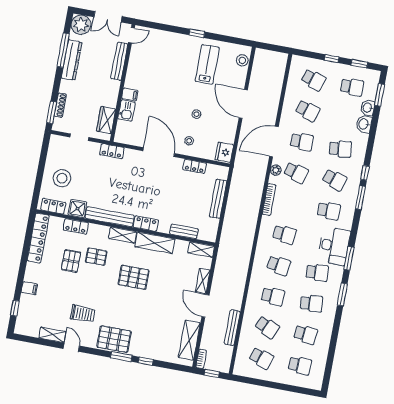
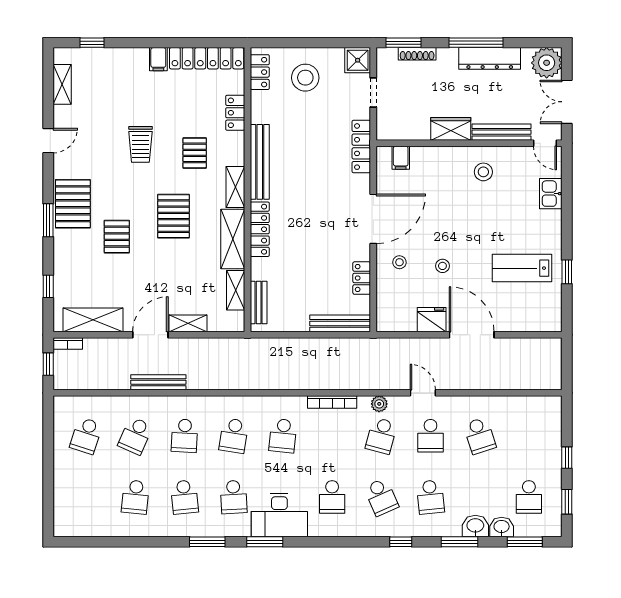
window: (197, 33) -> (567, 272), moved
window: (63, 50) -> (476, 43), moved
stool: (242, 60) -> (483, 172), moved
lab bench: (207, 64) -> (522, 268), turned 180
school desk: (313, 80) -> (529, 436), removed
filing cabinet: (130, 95) -> (401, 158), moved
door: (243, 104) -> (472, 335), hinge flipped
kitchen sink: (126, 110) -> (551, 194), moved, turned 90
school desk: (308, 111) -> (480, 436), turned -36
wardrobe: (106, 120) -> (451, 129), moved
door: (274, 141) -> (423, 393), width x0.53
locker: (112, 151) -> (361, 147), width x1.53
fridge: (224, 152) -> (432, 320), moved
school desk: (335, 180) -> (381, 497), turned -42
window: (360, 198) -> (460, 542), moved
bench: (218, 199) -> (340, 323), moved
shower: (77, 209) -> (358, 60), moved
locker: (146, 224) -> (260, 229), width x1.53
bench: (184, 231) -> (259, 302), moved
shelving: (201, 250) -> (236, 290), moved
pallet: (71, 261) -> (117, 237), moved, turned 90
filing cabinet: (29, 288) -> (158, 59), moved
trolley: (83, 314) -> (140, 144), moved
bench: (232, 328) -> (158, 382), moved
shelving: (52, 335) -> (62, 84), moved
window: (146, 361) -> (48, 286), moved
school desk: (300, 365) -> (86, 497), removed

